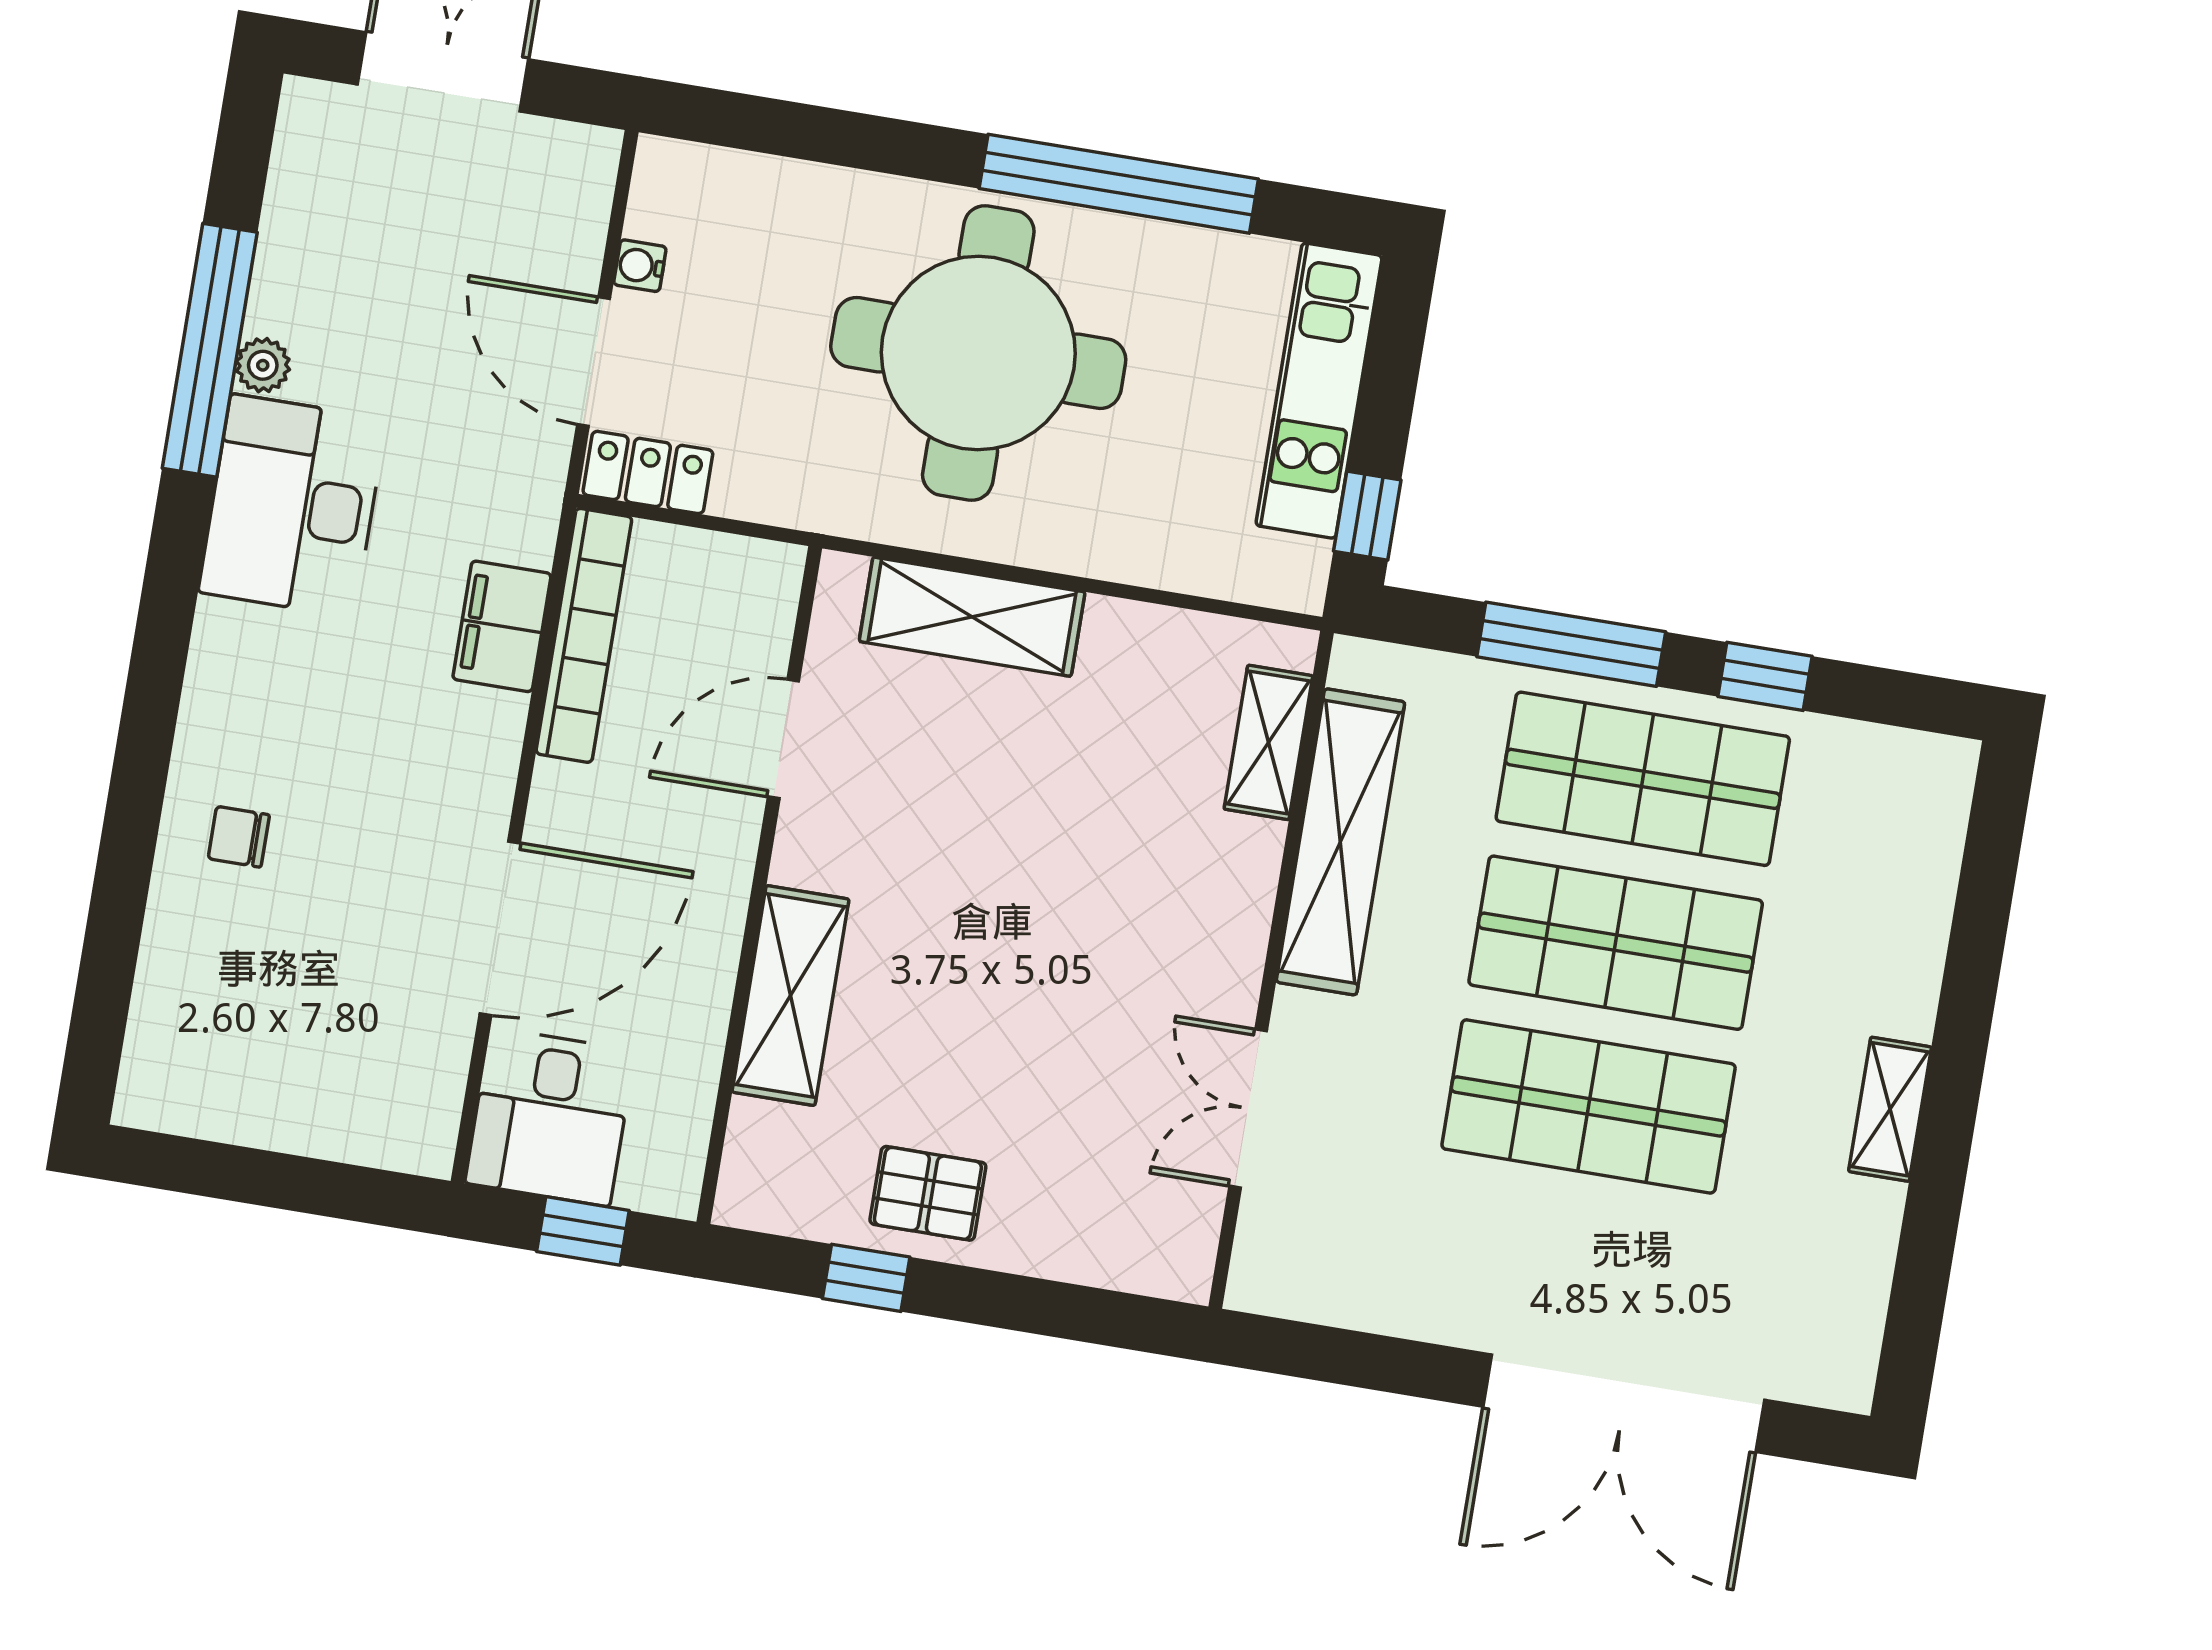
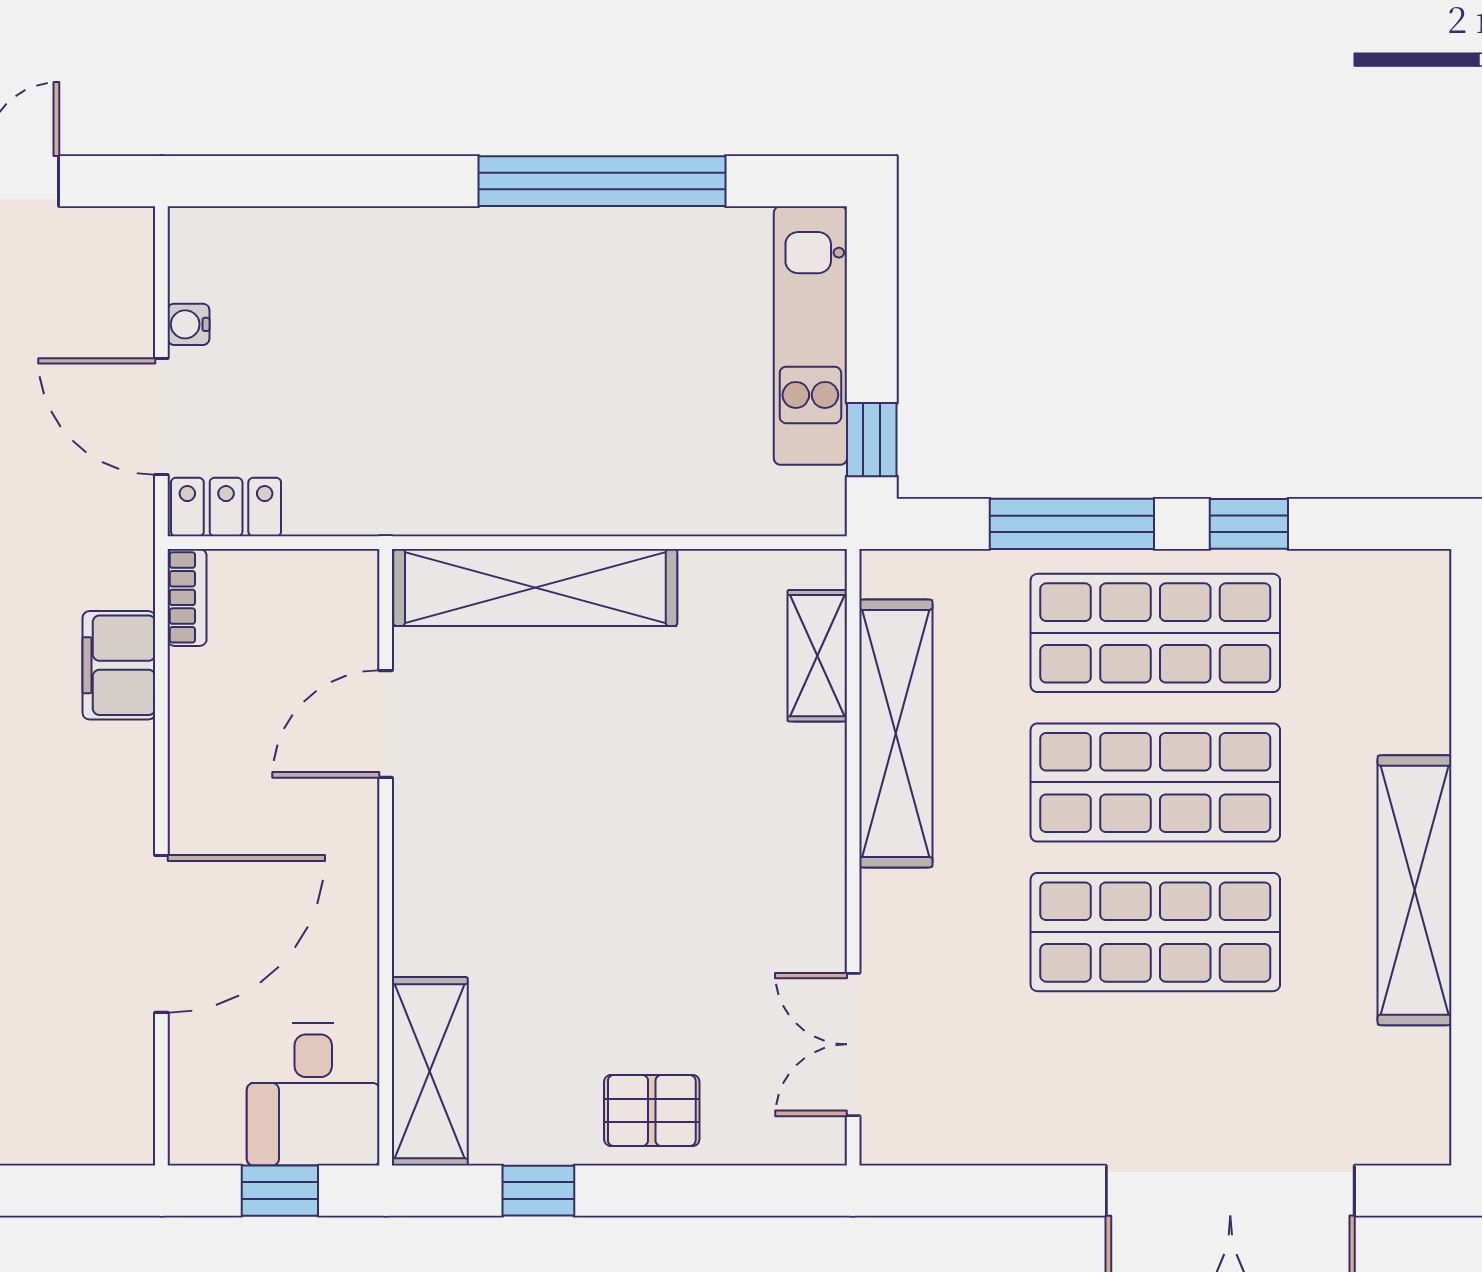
round table: (978, 353) -> (502, 352), removed
shelving: (972, 617) -> (535, 587), width x1.47
bookcase: (584, 635) -> (187, 597), width x0.43, depth x0.76
shelving: (791, 996) -> (430, 1071), moved
double door: (1248, 1109) -> (853, 1044), moved
shelving: (1890, 1109) -> (1414, 890), width x2.20, depth x1.33
desk: (550, 1117) -> (313, 1094), moved
pallet: (928, 1193) -> (652, 1111), moved

